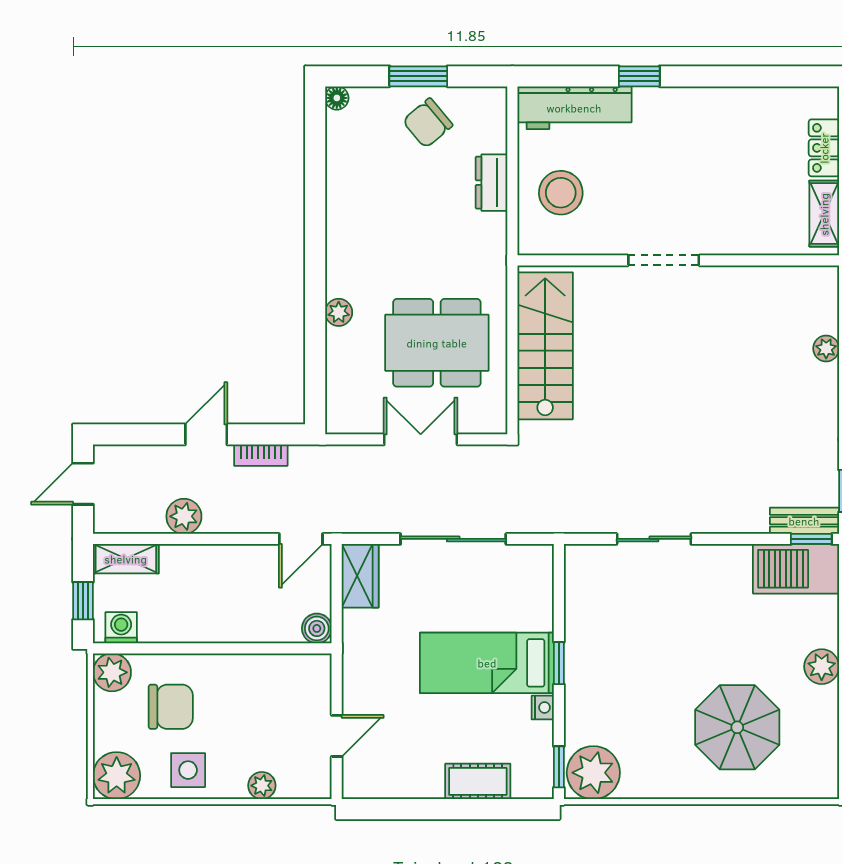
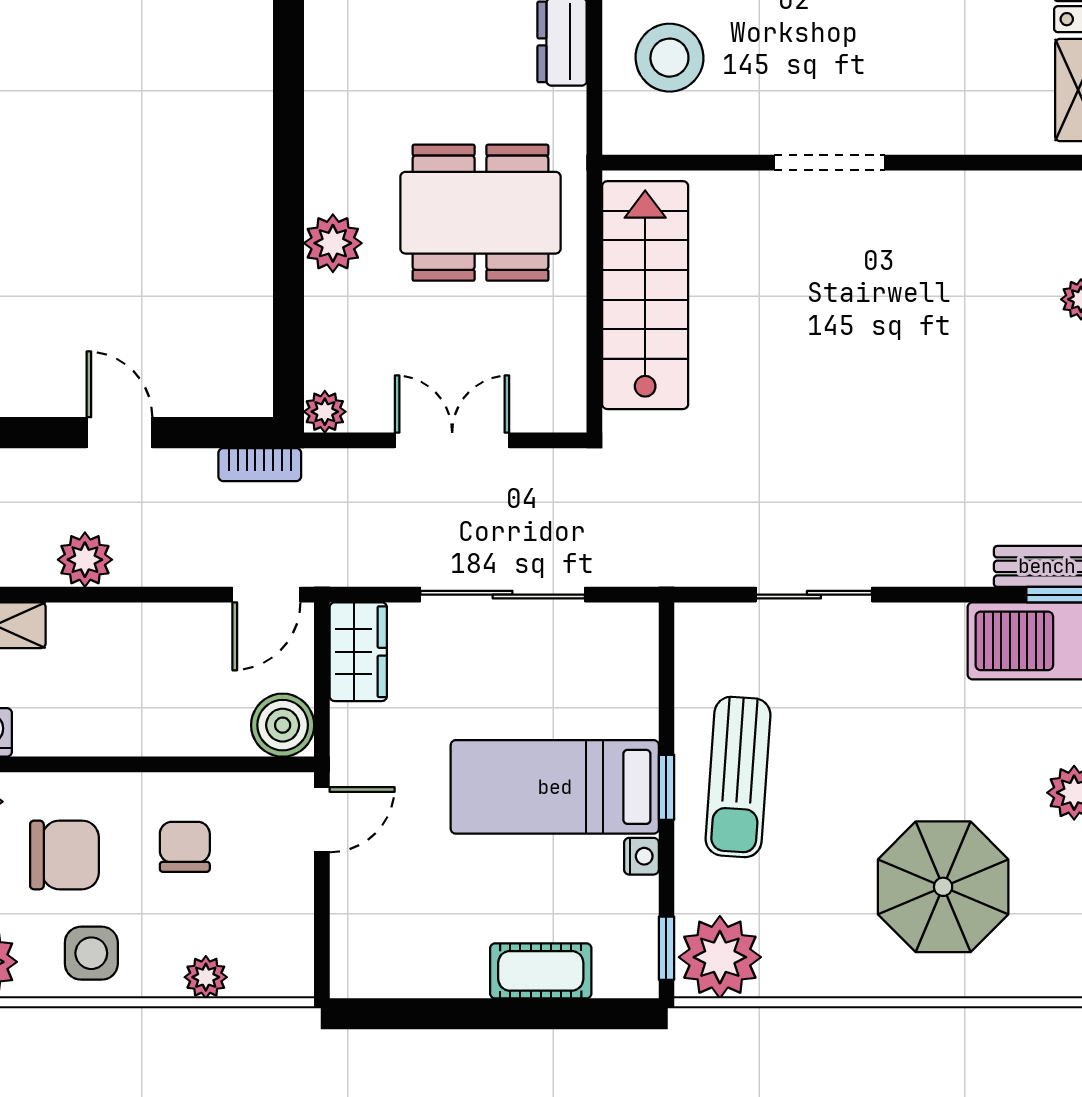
plant: (339, 312) -> (333, 243), width x1.38, depth x1.38
dining table: (437, 343) -> (480, 213), moved
plant: (339, 421) -> (325, 412), added
door: (206, 434) -> (119, 433), hinge flipped
bookcase: (261, 455) -> (260, 465), moved
boiler: (317, 628) -> (283, 725), width x1.36, depth x1.36
sun lounger: (605, 656) -> (738, 777), added
chair: (248, 701) -> (185, 847), added
door: (337, 736) -> (322, 820), moved

